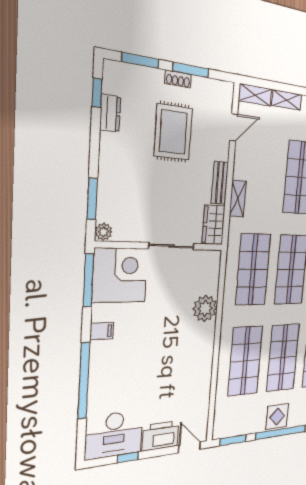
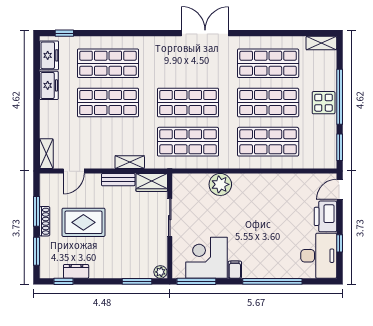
shoe rack: (178, 79) -> (45, 221), width x1.43
shelving: (287, 100) -> (46, 123), removed
door: (234, 127) -> (74, 171), swing flipped
corner desk: (120, 275) -> (206, 258), moved

